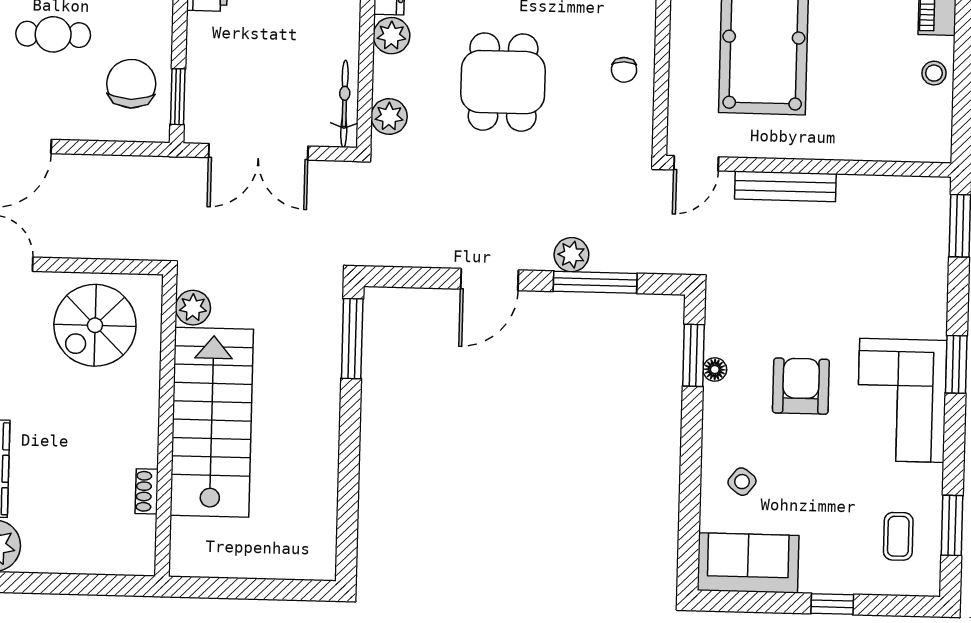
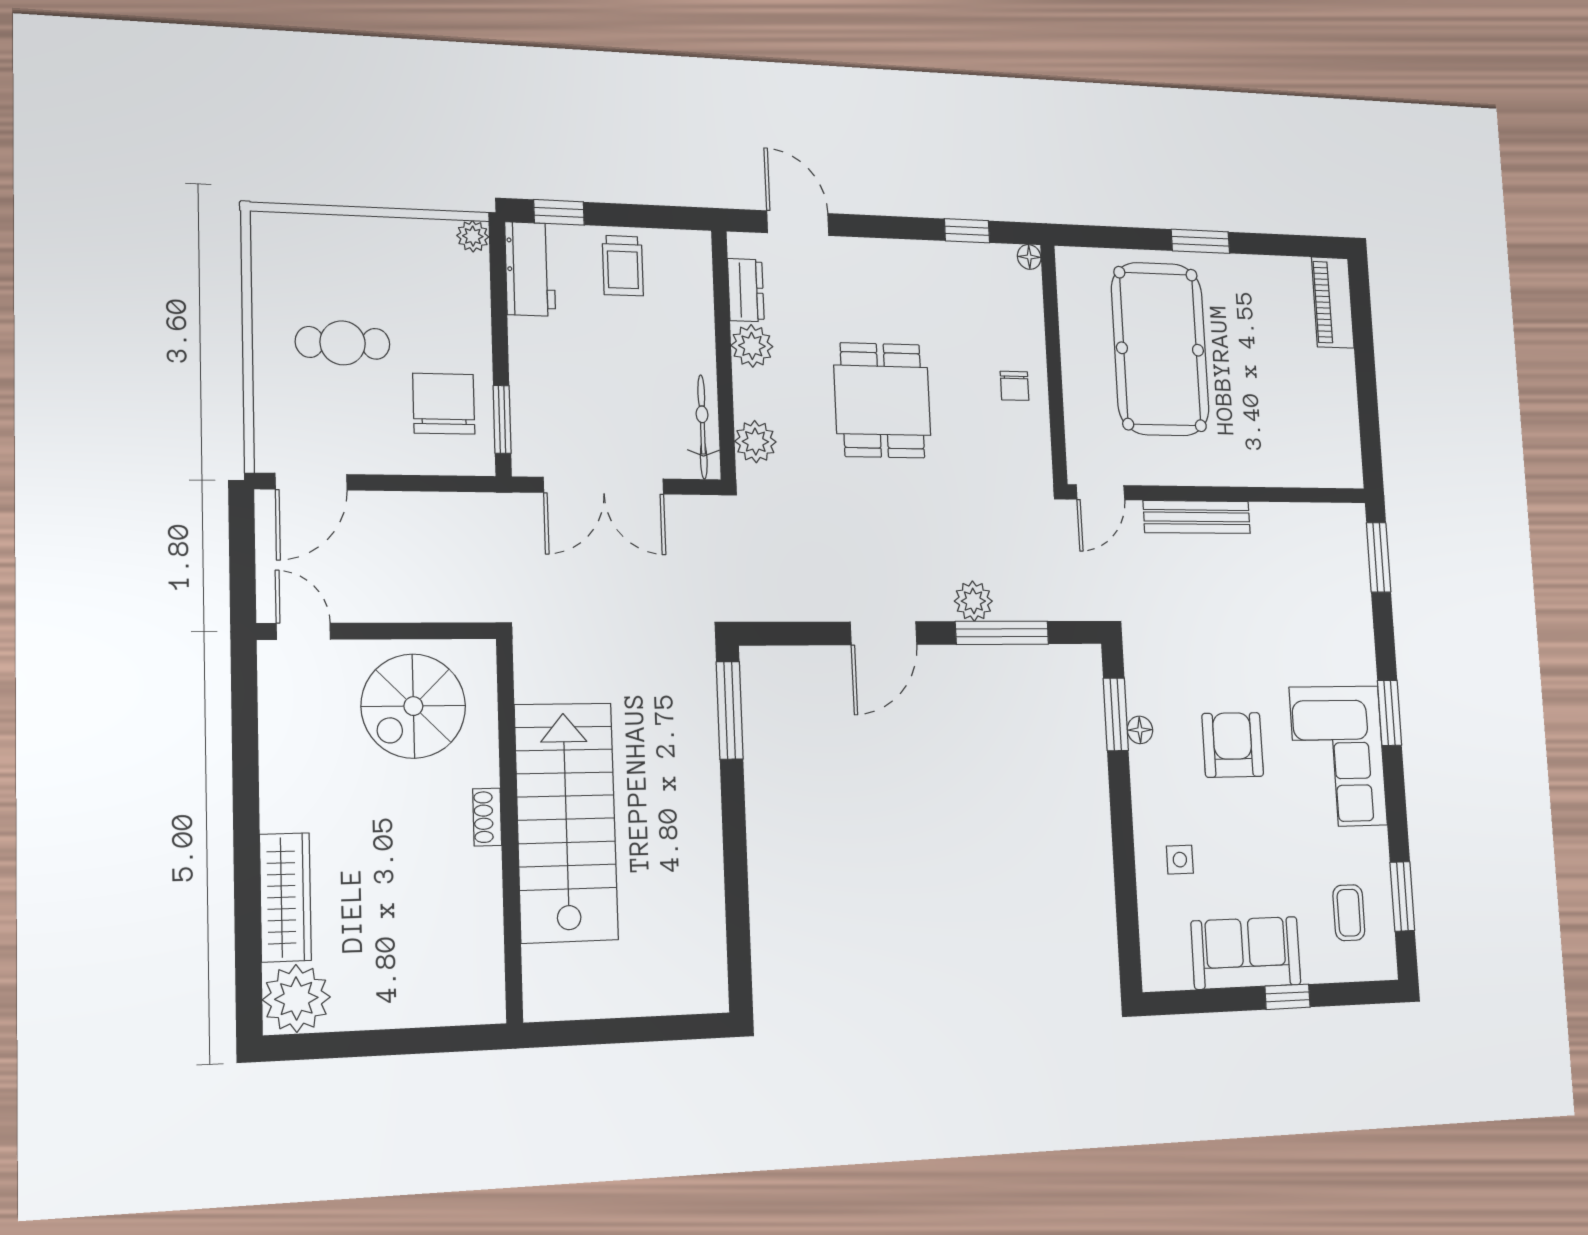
stool: (934, 73) -> (1337, 389), removed
plant: (193, 308) -> (535, 679), removed
side table: (742, 482) -> (1180, 860), turned -38
shoe rack: (147, 491) -> (487, 817), moved
sofa: (748, 563) -> (1246, 953), moved

